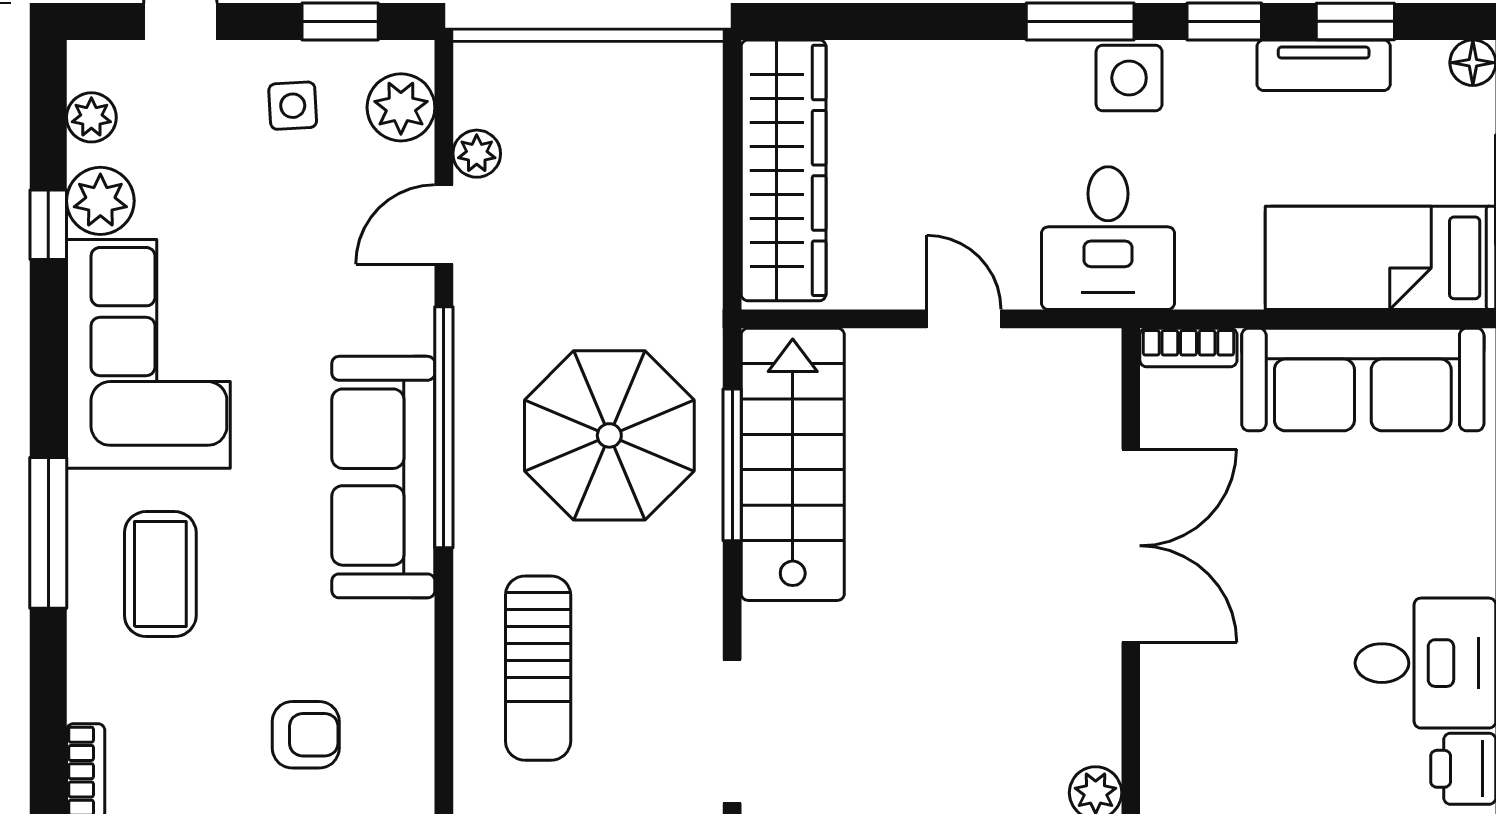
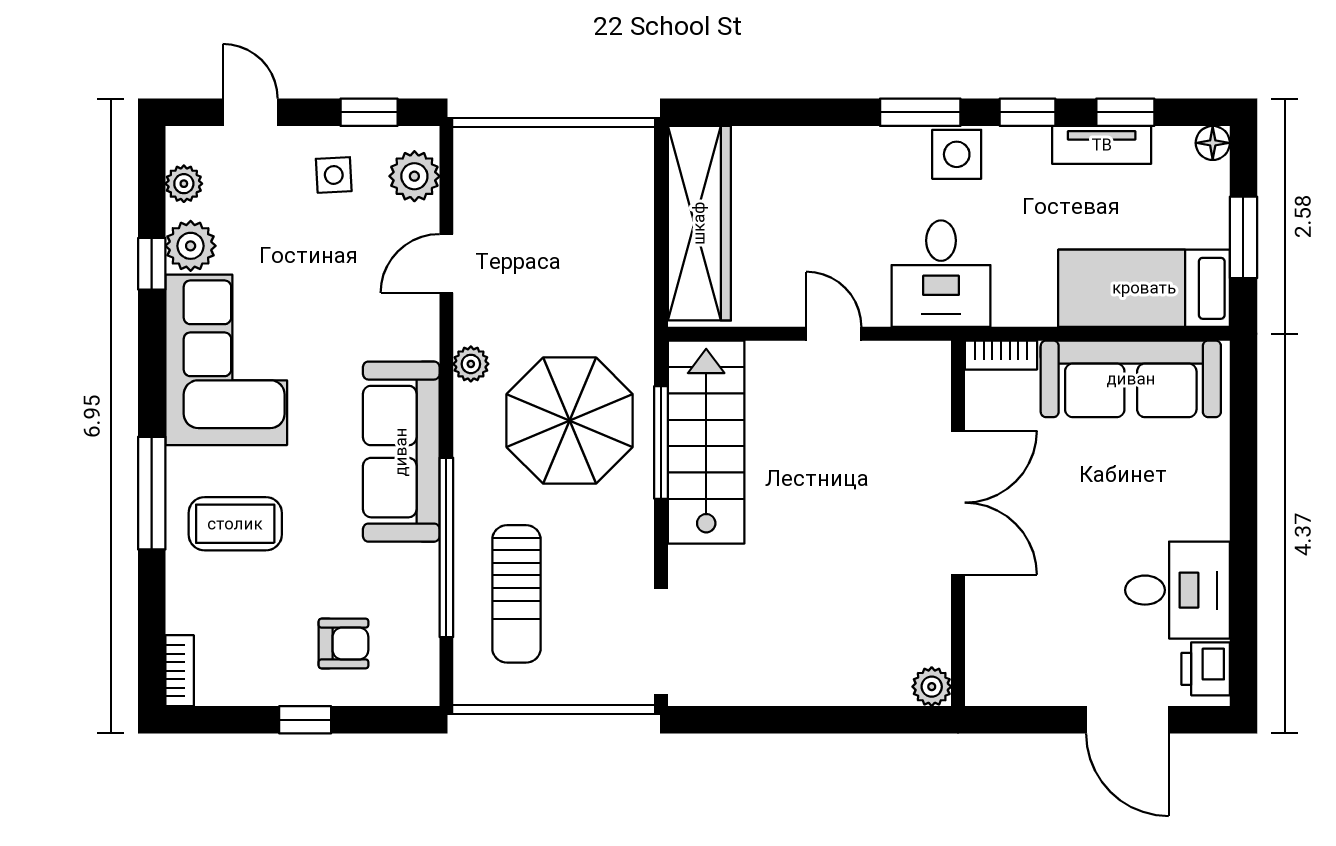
plant: (477, 154) -> (471, 364), moved
window: (444, 427) -> (446, 547), moved
coffee table: (160, 574) -> (235, 524), turned 90

